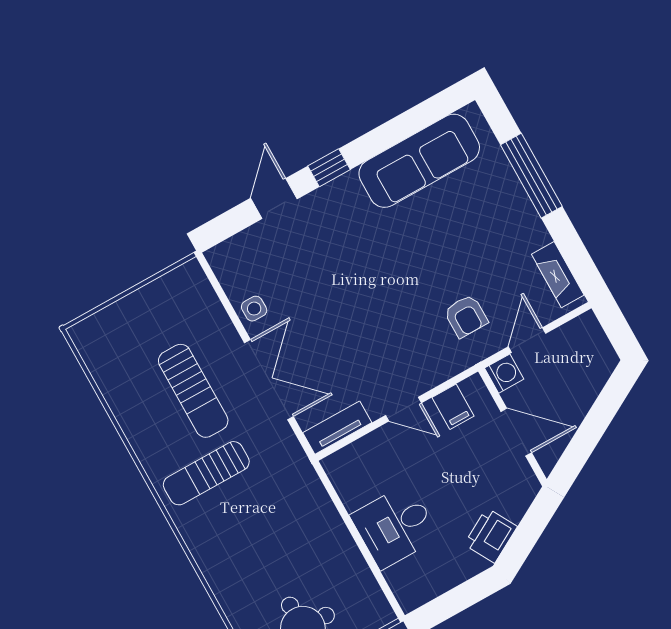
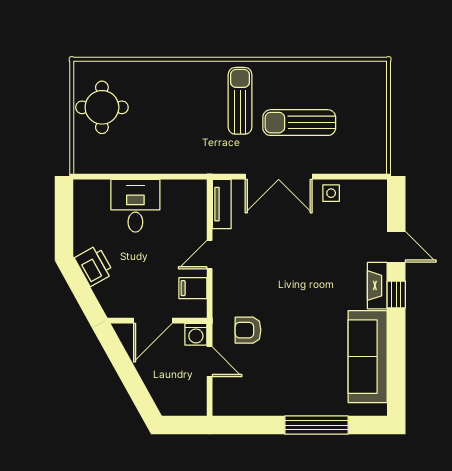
fireplace: (558, 275) -> (377, 286), moved, turned -90

